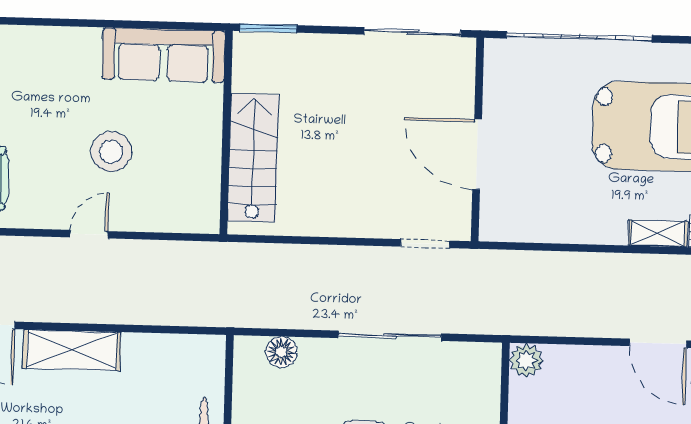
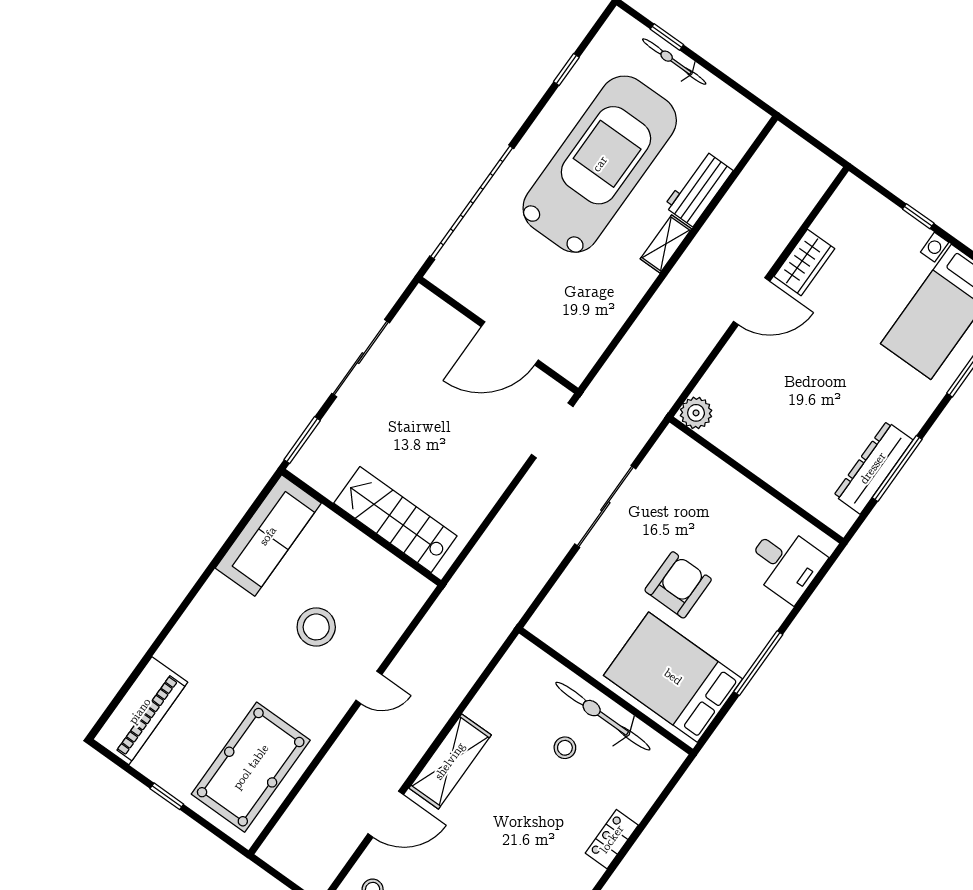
sliding door: (413, 32) -> (361, 358), moved
door: (89, 234) -> (369, 687), swing flipped
doorway: (425, 244) -> (552, 430), width x1.38
floor lamp: (281, 352) -> (561, 599), removed

